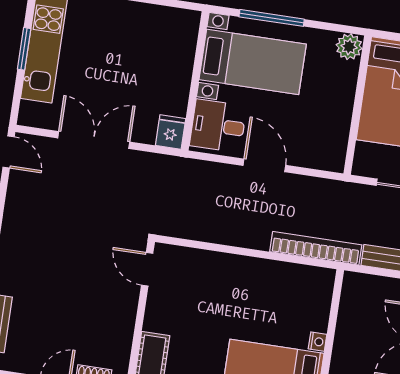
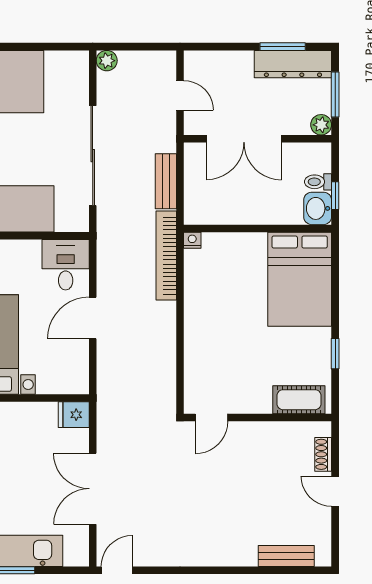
desk: (218, 126) -> (66, 265), moved, turned 180
nightstand: (318, 342) -> (192, 240), moved

